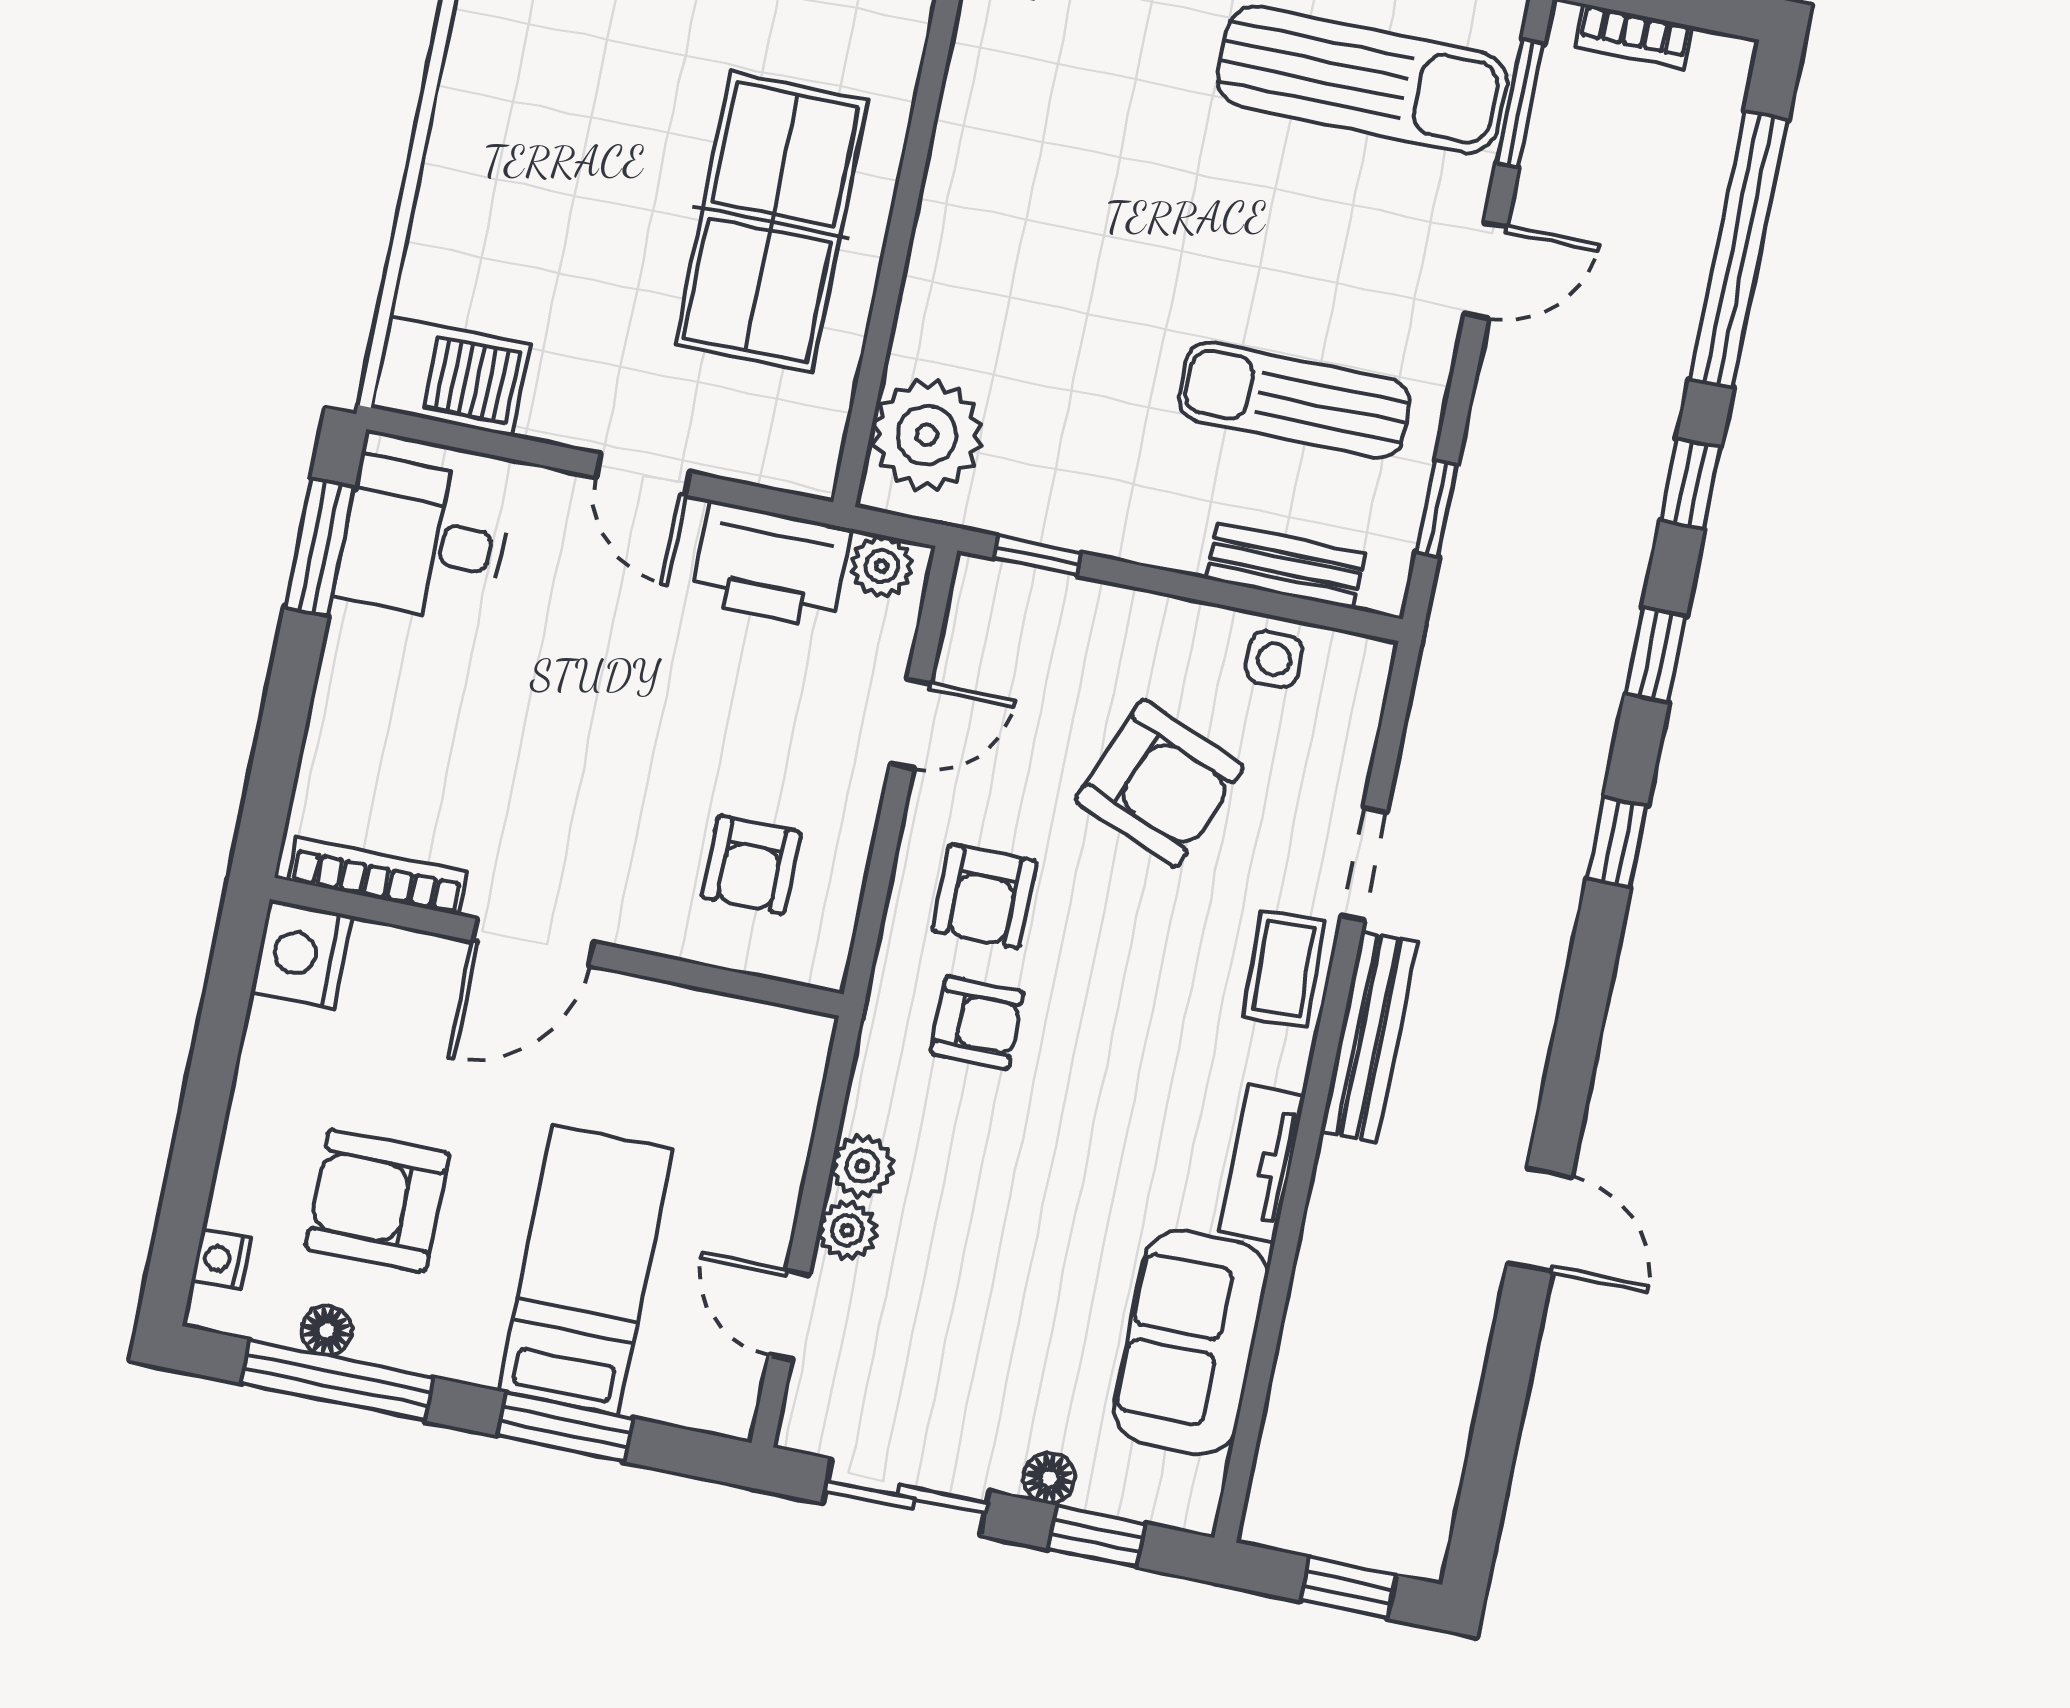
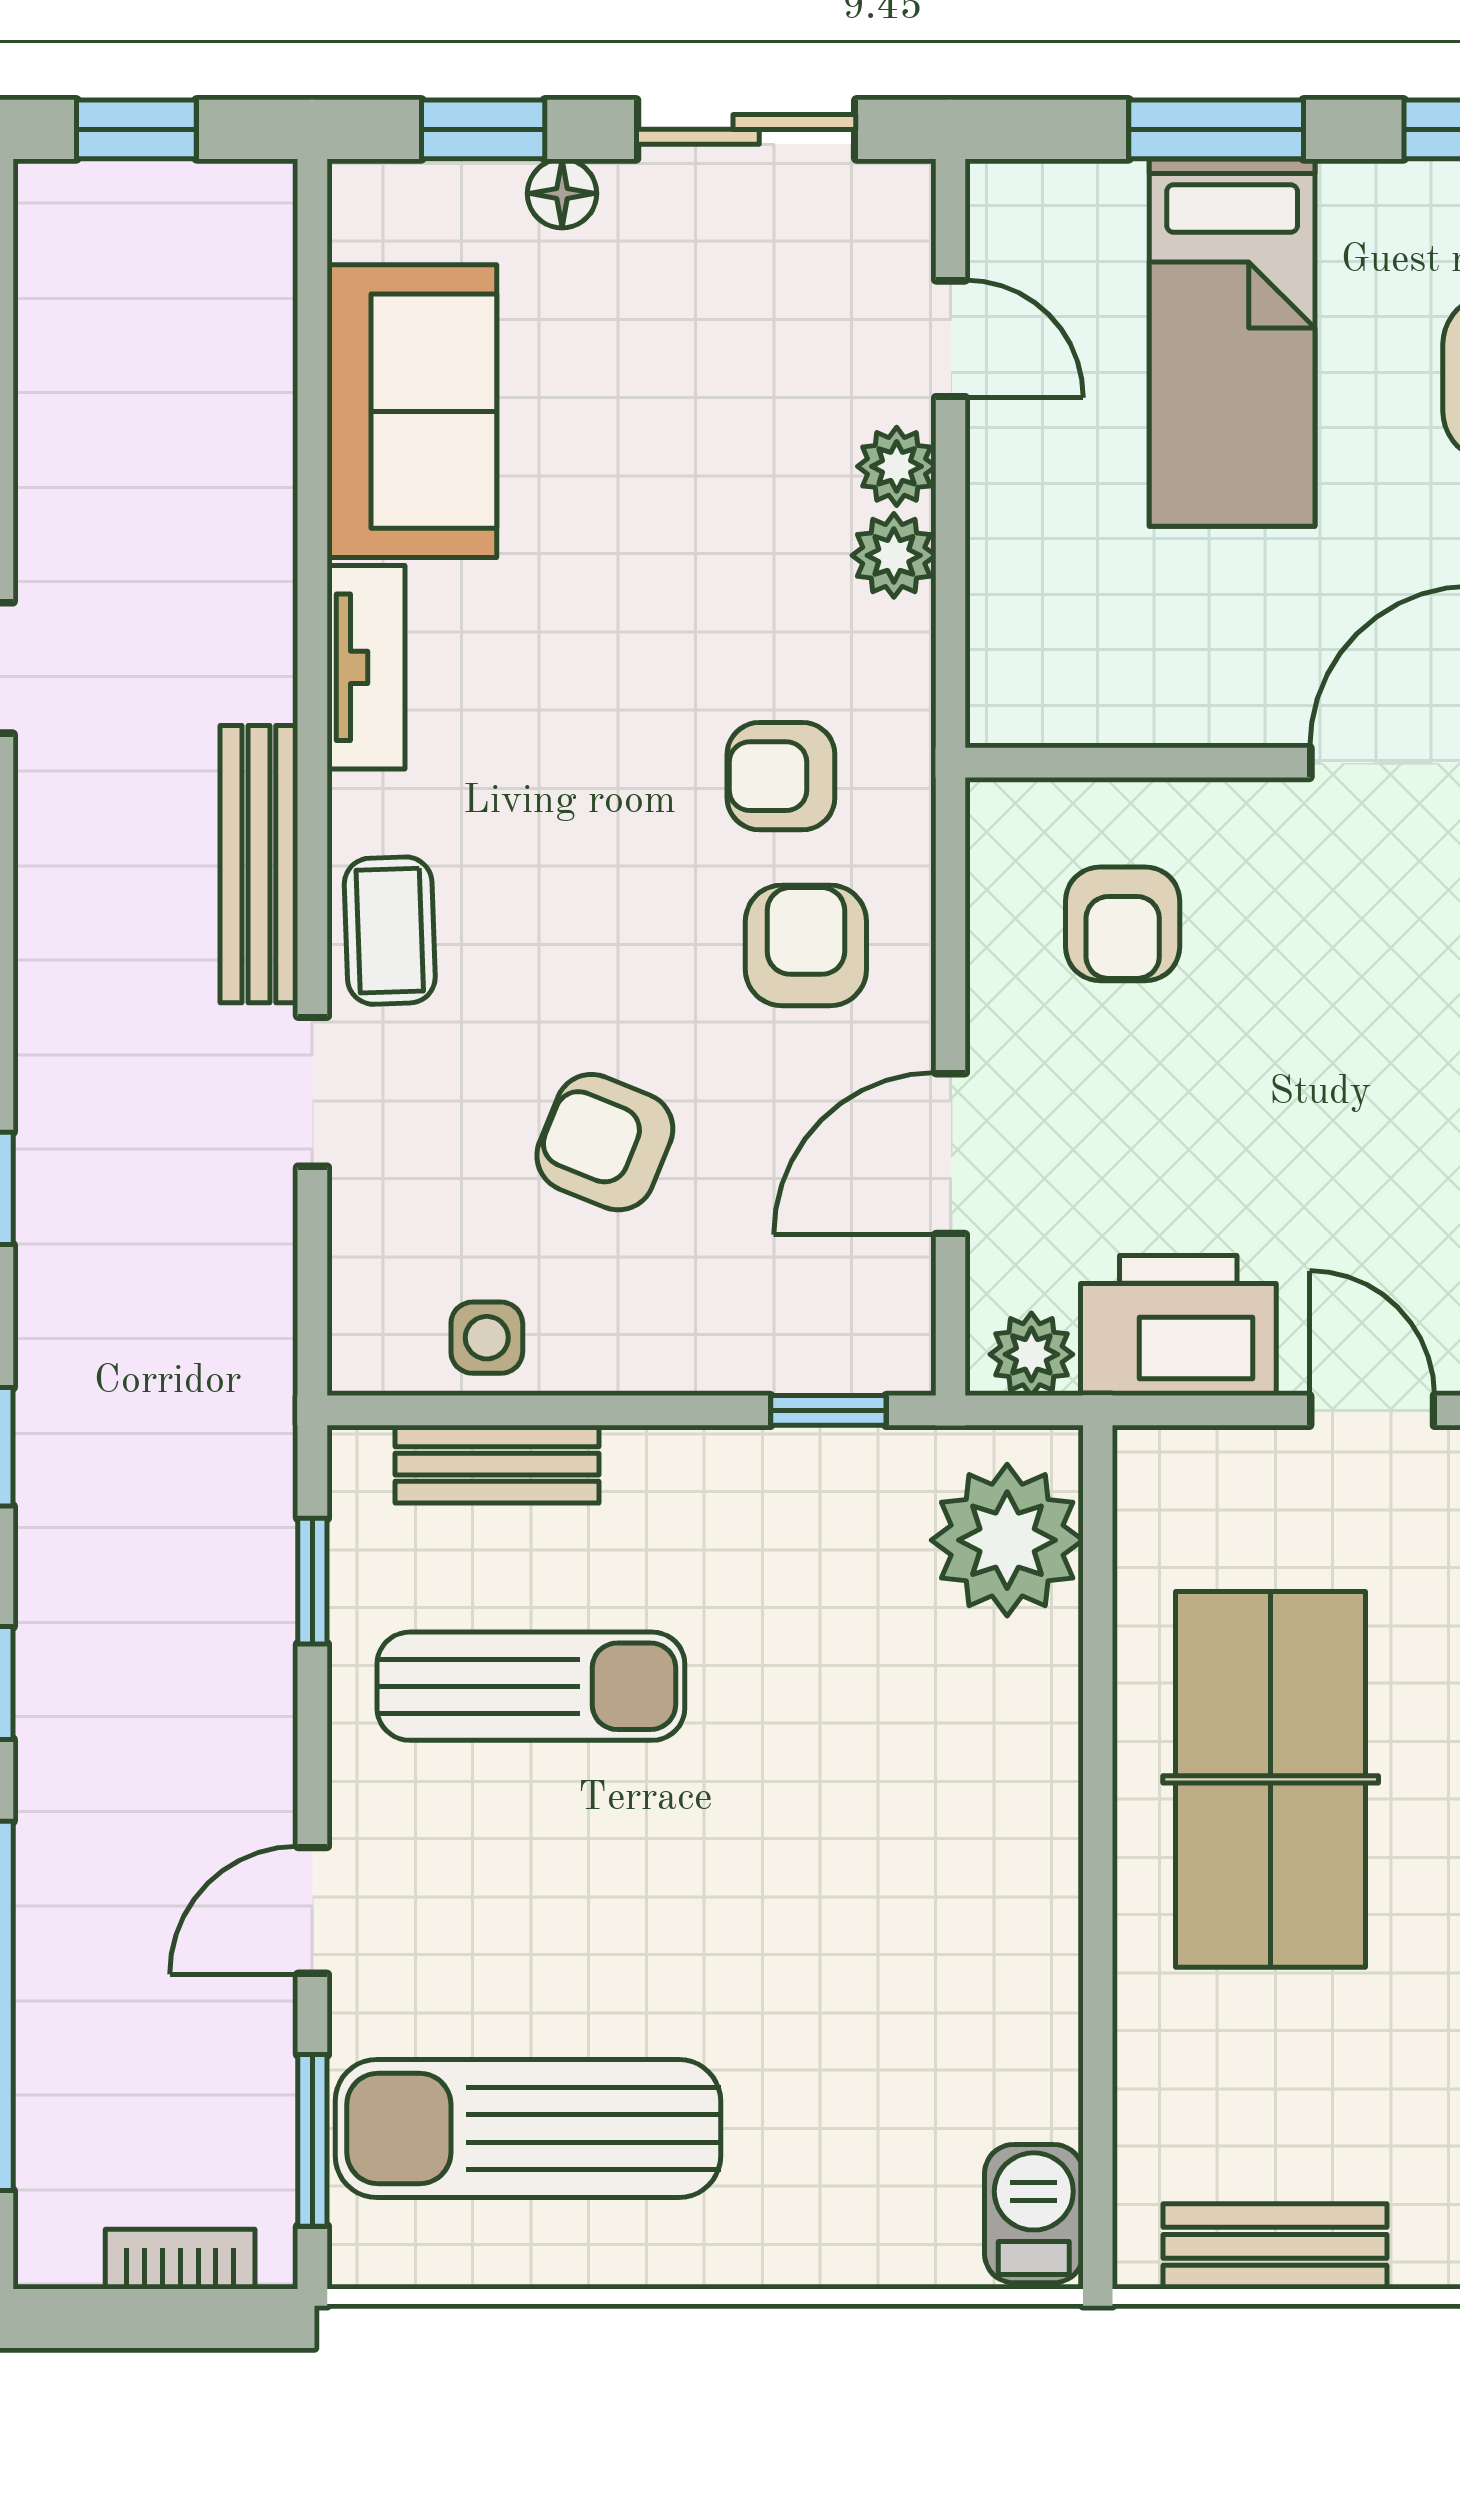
door: (910, 724) -> (951, 1154), width x1.38
armchair: (1159, 783) -> (605, 1142), width x0.72, depth x0.72
armchair: (751, 865) -> (1123, 924), turned 180

